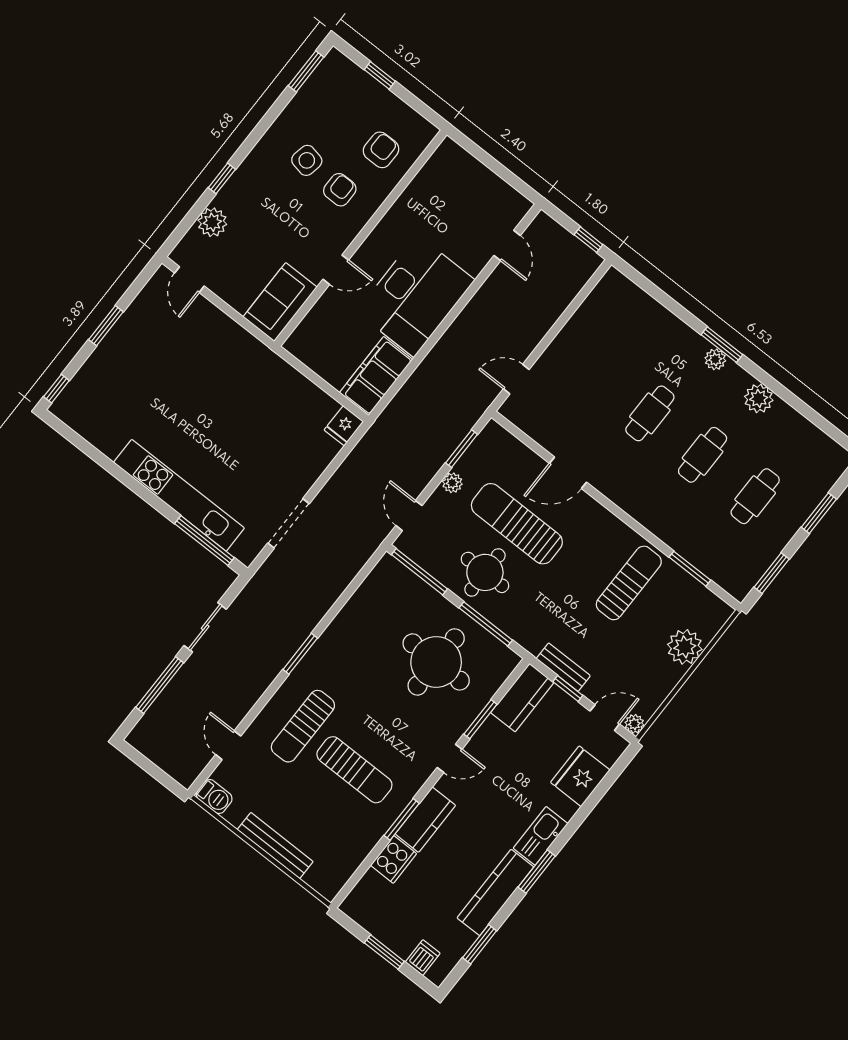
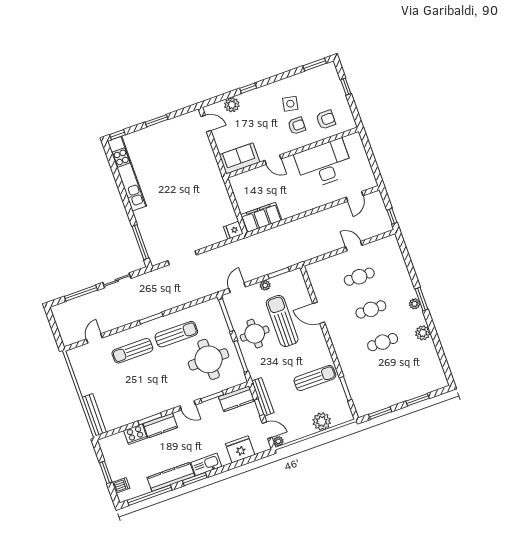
door: (189, 280) -> (206, 124), swing flipped
desk: (416, 296) -> (324, 164), moved, turned 180
door: (516, 379) -> (354, 246), moved
kitchen unit: (179, 495) -> (127, 174), moved
cafe table: (755, 496) -> (359, 277), moved
bench: (563, 667) -> (263, 397), width x1.36
sun lounger: (354, 770) -> (176, 334), moved, turned -90
barbecue: (214, 796) -> (74, 357), removed
bench: (275, 846) -> (94, 415), moved
window: (480, 944) -> (150, 495), width x2.11

